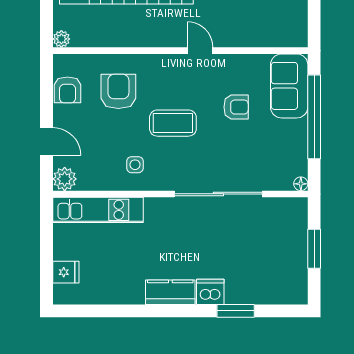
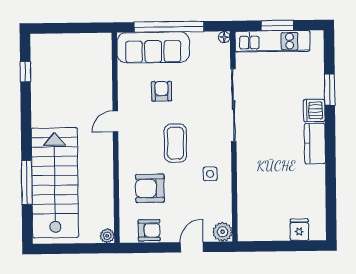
sofa: (289, 86) -> (153, 48), width x1.36
kitchen unit: (98, 210) -> (272, 41), moved, turned 90

